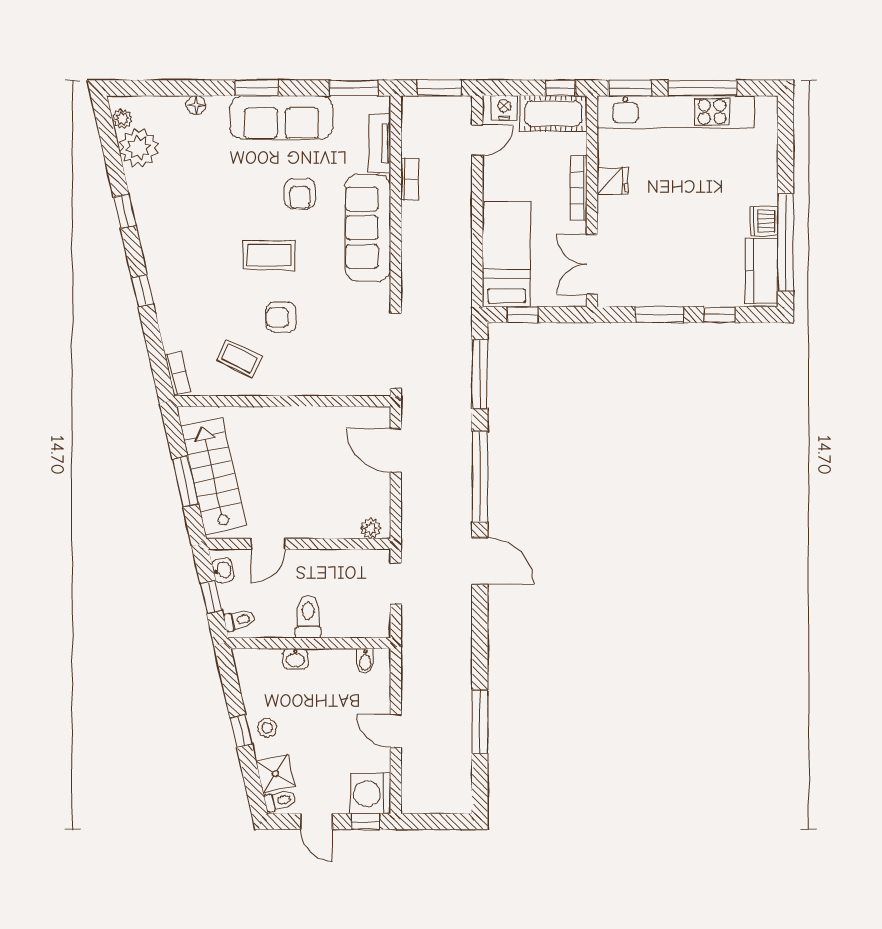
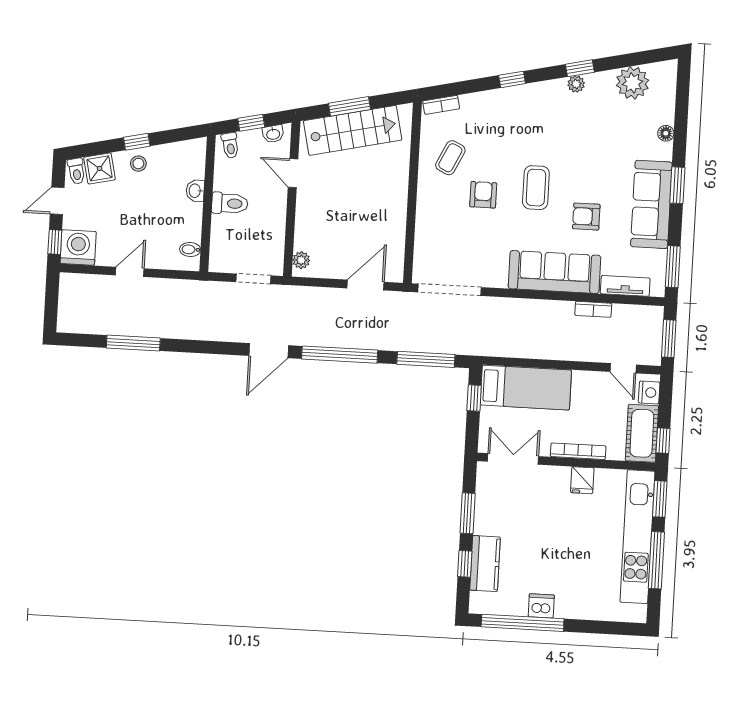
plant: (122, 119) -> (576, 84), moved
kitchen counter: (762, 271) -> (485, 564), moved, turned 90

